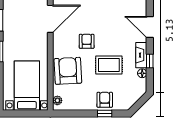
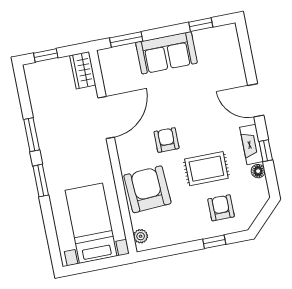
armchair: (105, 100) -> (221, 208), moved

